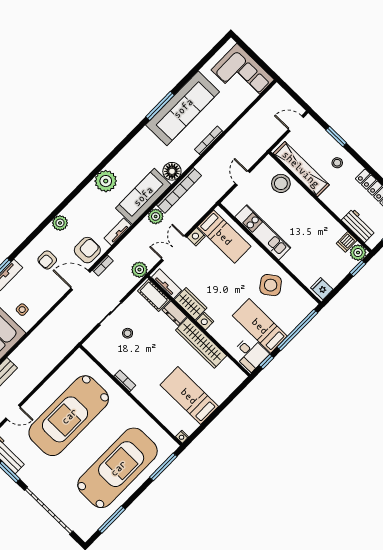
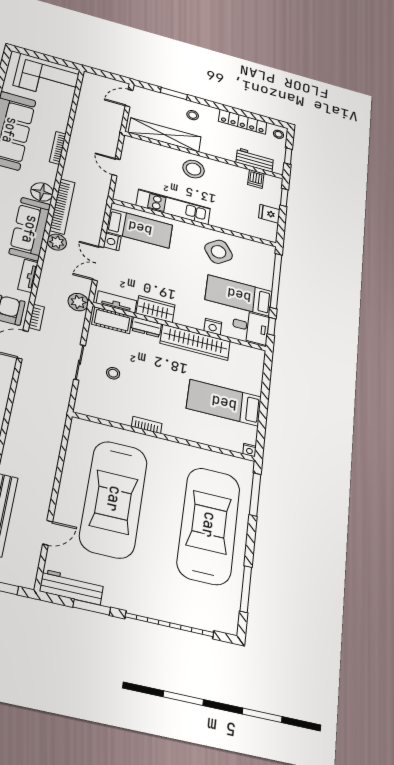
stool: (281, 183) -> (194, 169), moved
plant: (358, 253) -> (273, 183), removed
fridge: (322, 289) -> (269, 214), moved
nightstand: (205, 321) -> (213, 327), moved

